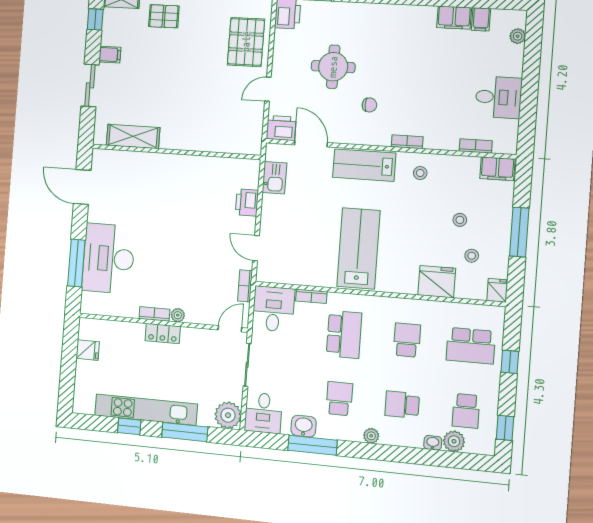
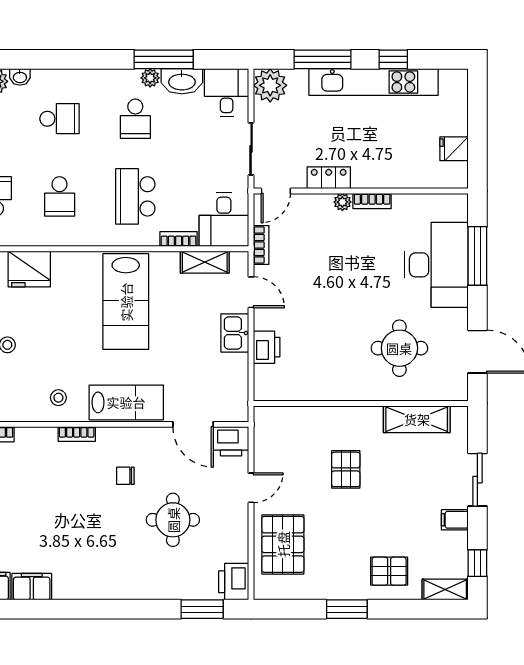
pallet: (192, 100) -> (346, 469), added
kitchen sink: (274, 178) -> (235, 333), moved
round table: (142, 194) -> (399, 348), added
shelving: (292, 276) -> (205, 262), added
locker: (163, 334) -> (329, 178), moved
washbasin: (304, 426) -> (182, 81), width x1.38
plant: (371, 436) -> (150, 78), moved

